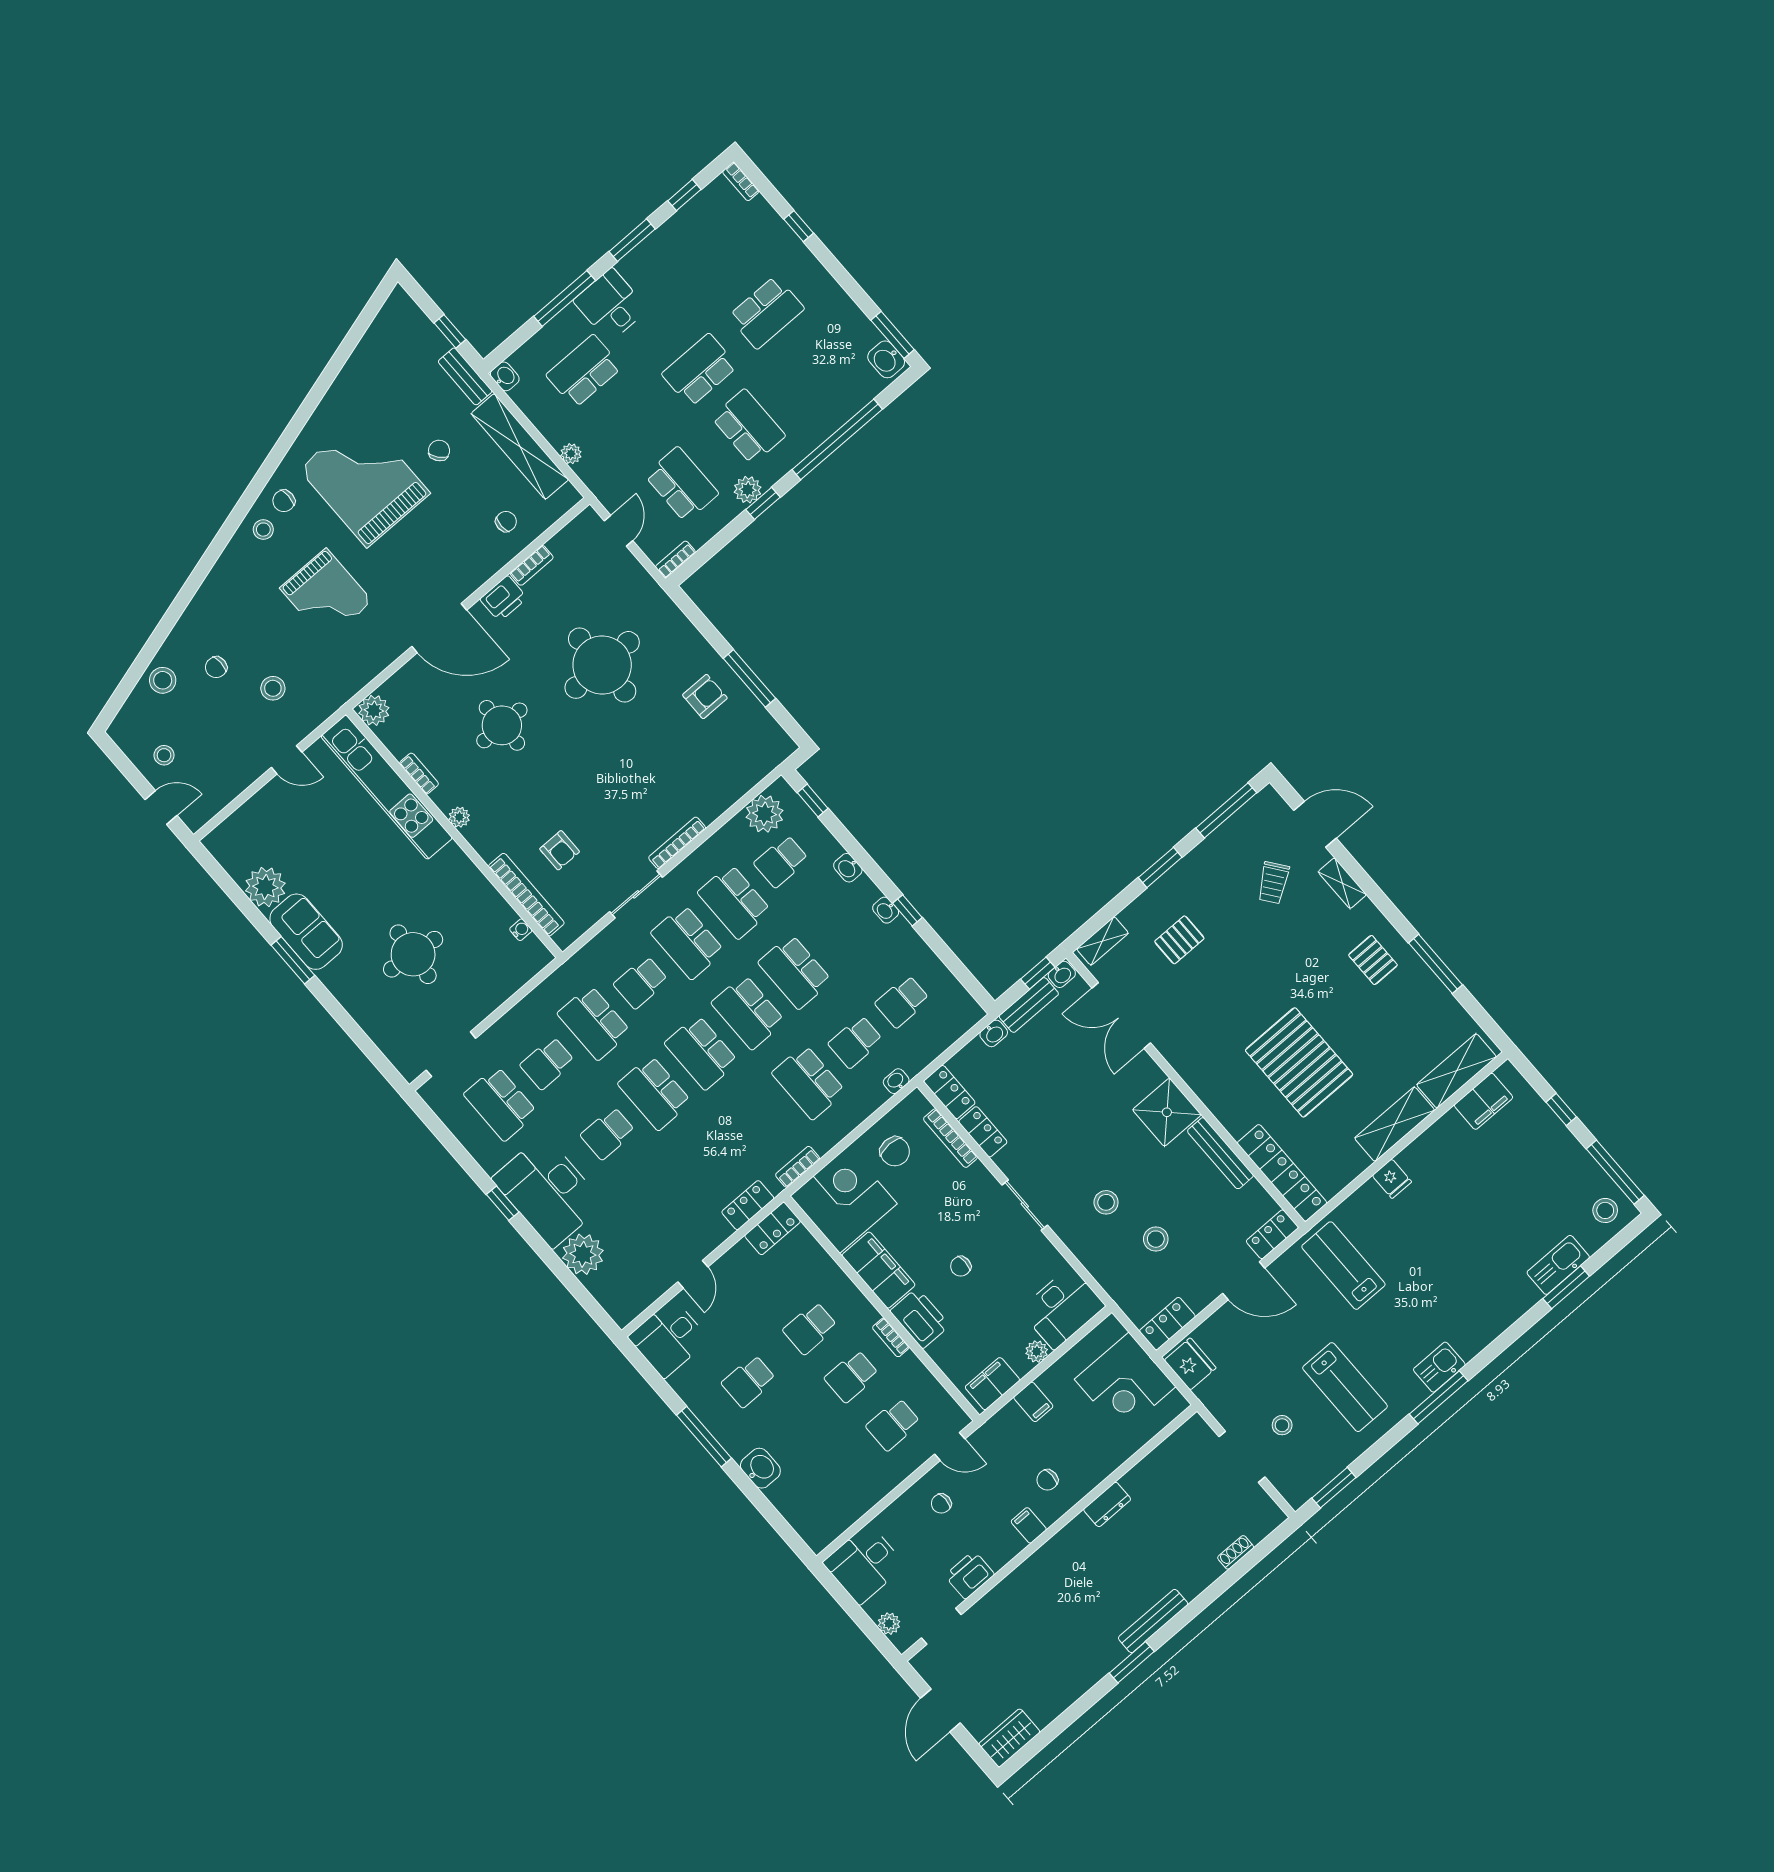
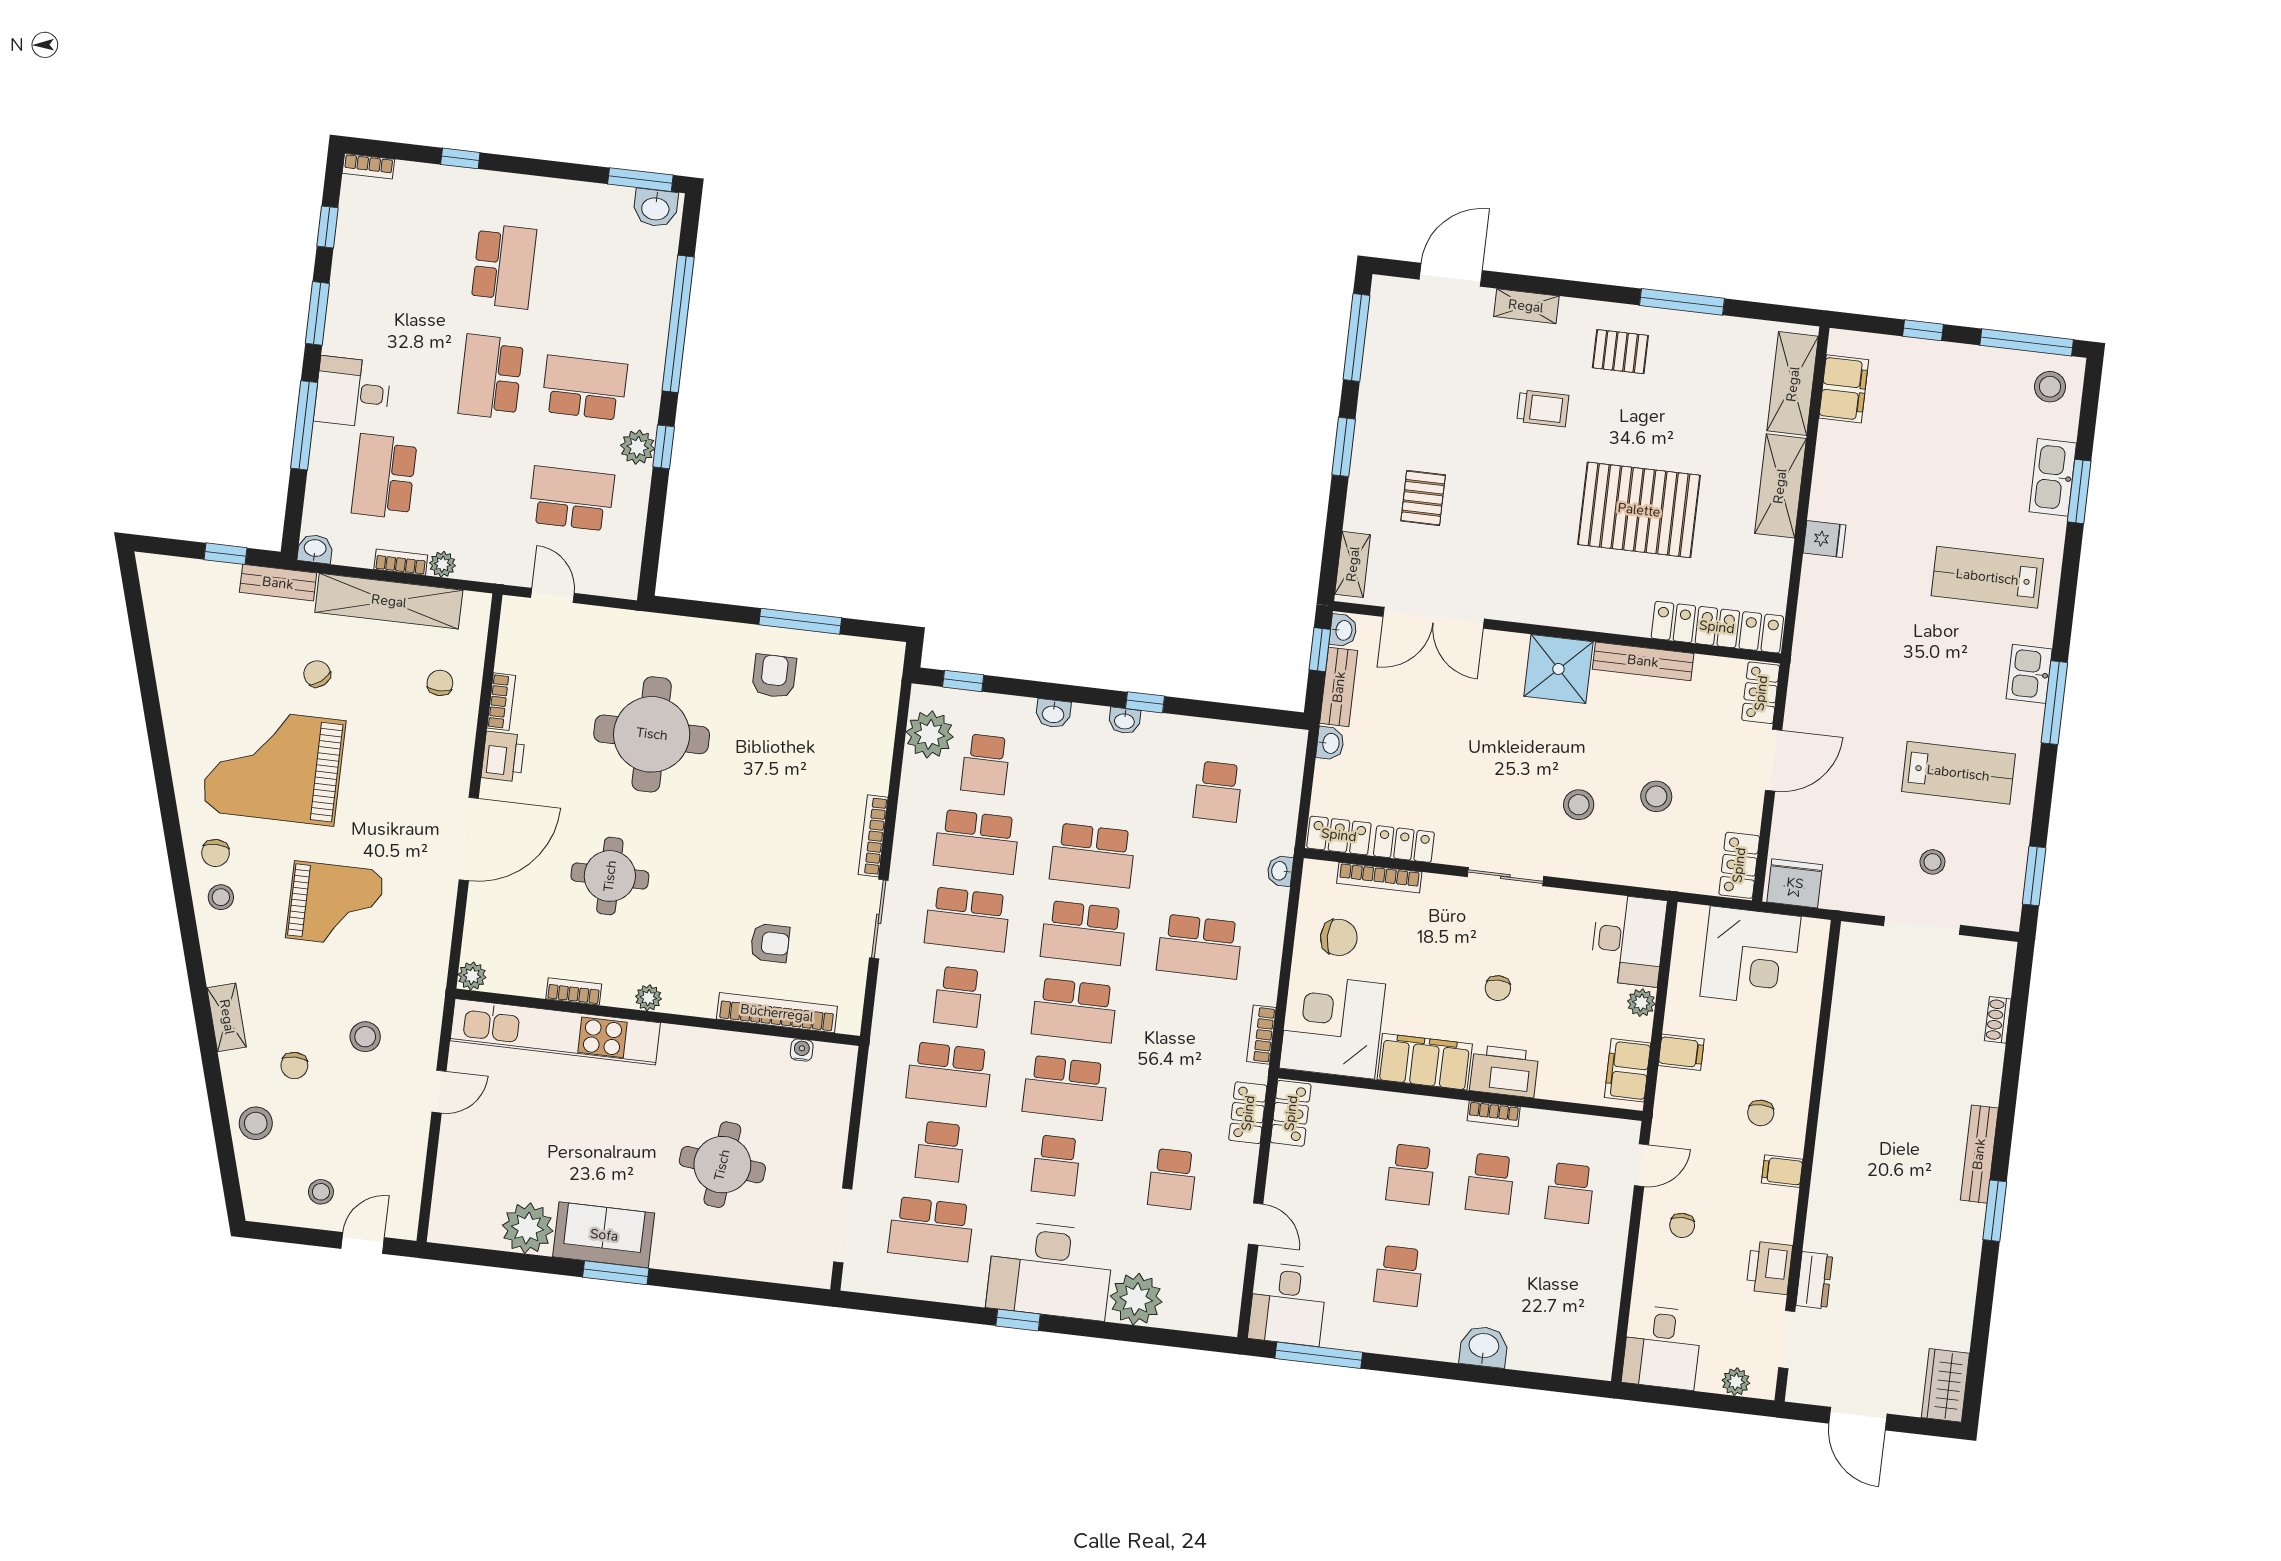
bookcase: (675, 559) -> (401, 562), moved, turned 90
shelving: (202, 603) -> (227, 1017), added
plant: (374, 710) -> (472, 976), width x0.73, depth x0.73
trolley: (1273, 883) -> (1543, 408), moved, turned -53
school desk: (855, 1042) -> (1172, 1179), moved
lab bench: (1343, 1266) -> (1987, 577), moved
window: (704, 1437) -> (1319, 1355), moved
dresser: (1107, 1504) -> (1814, 1280), moved

